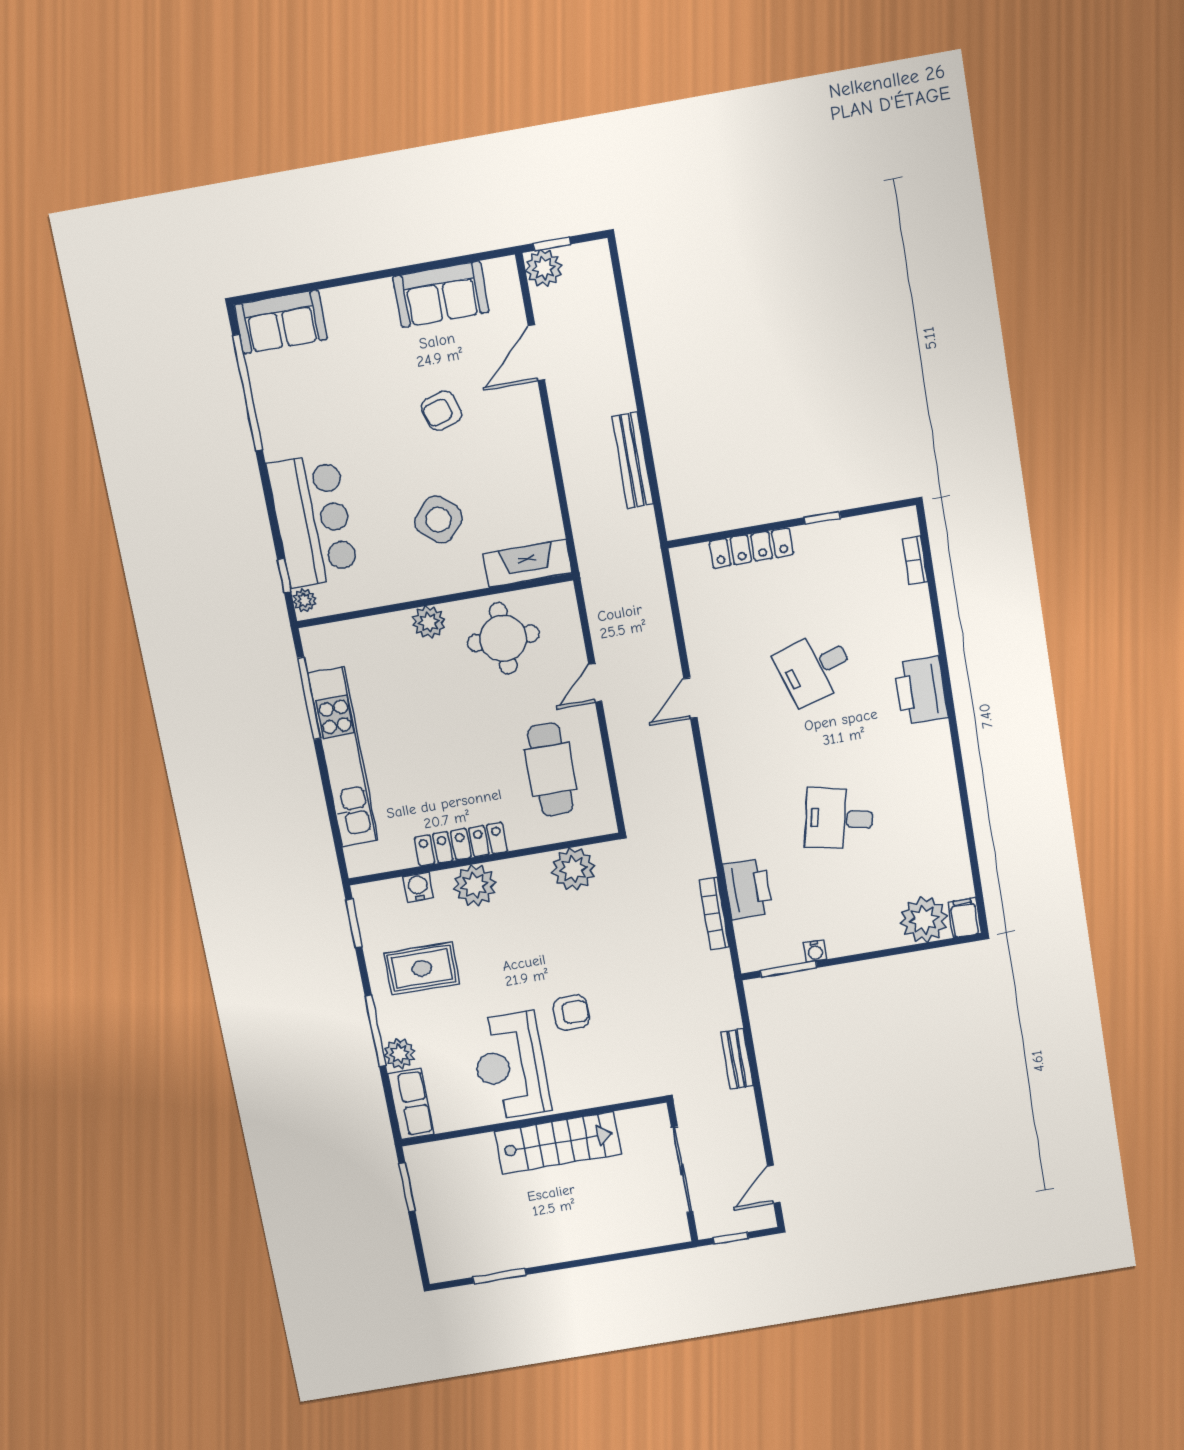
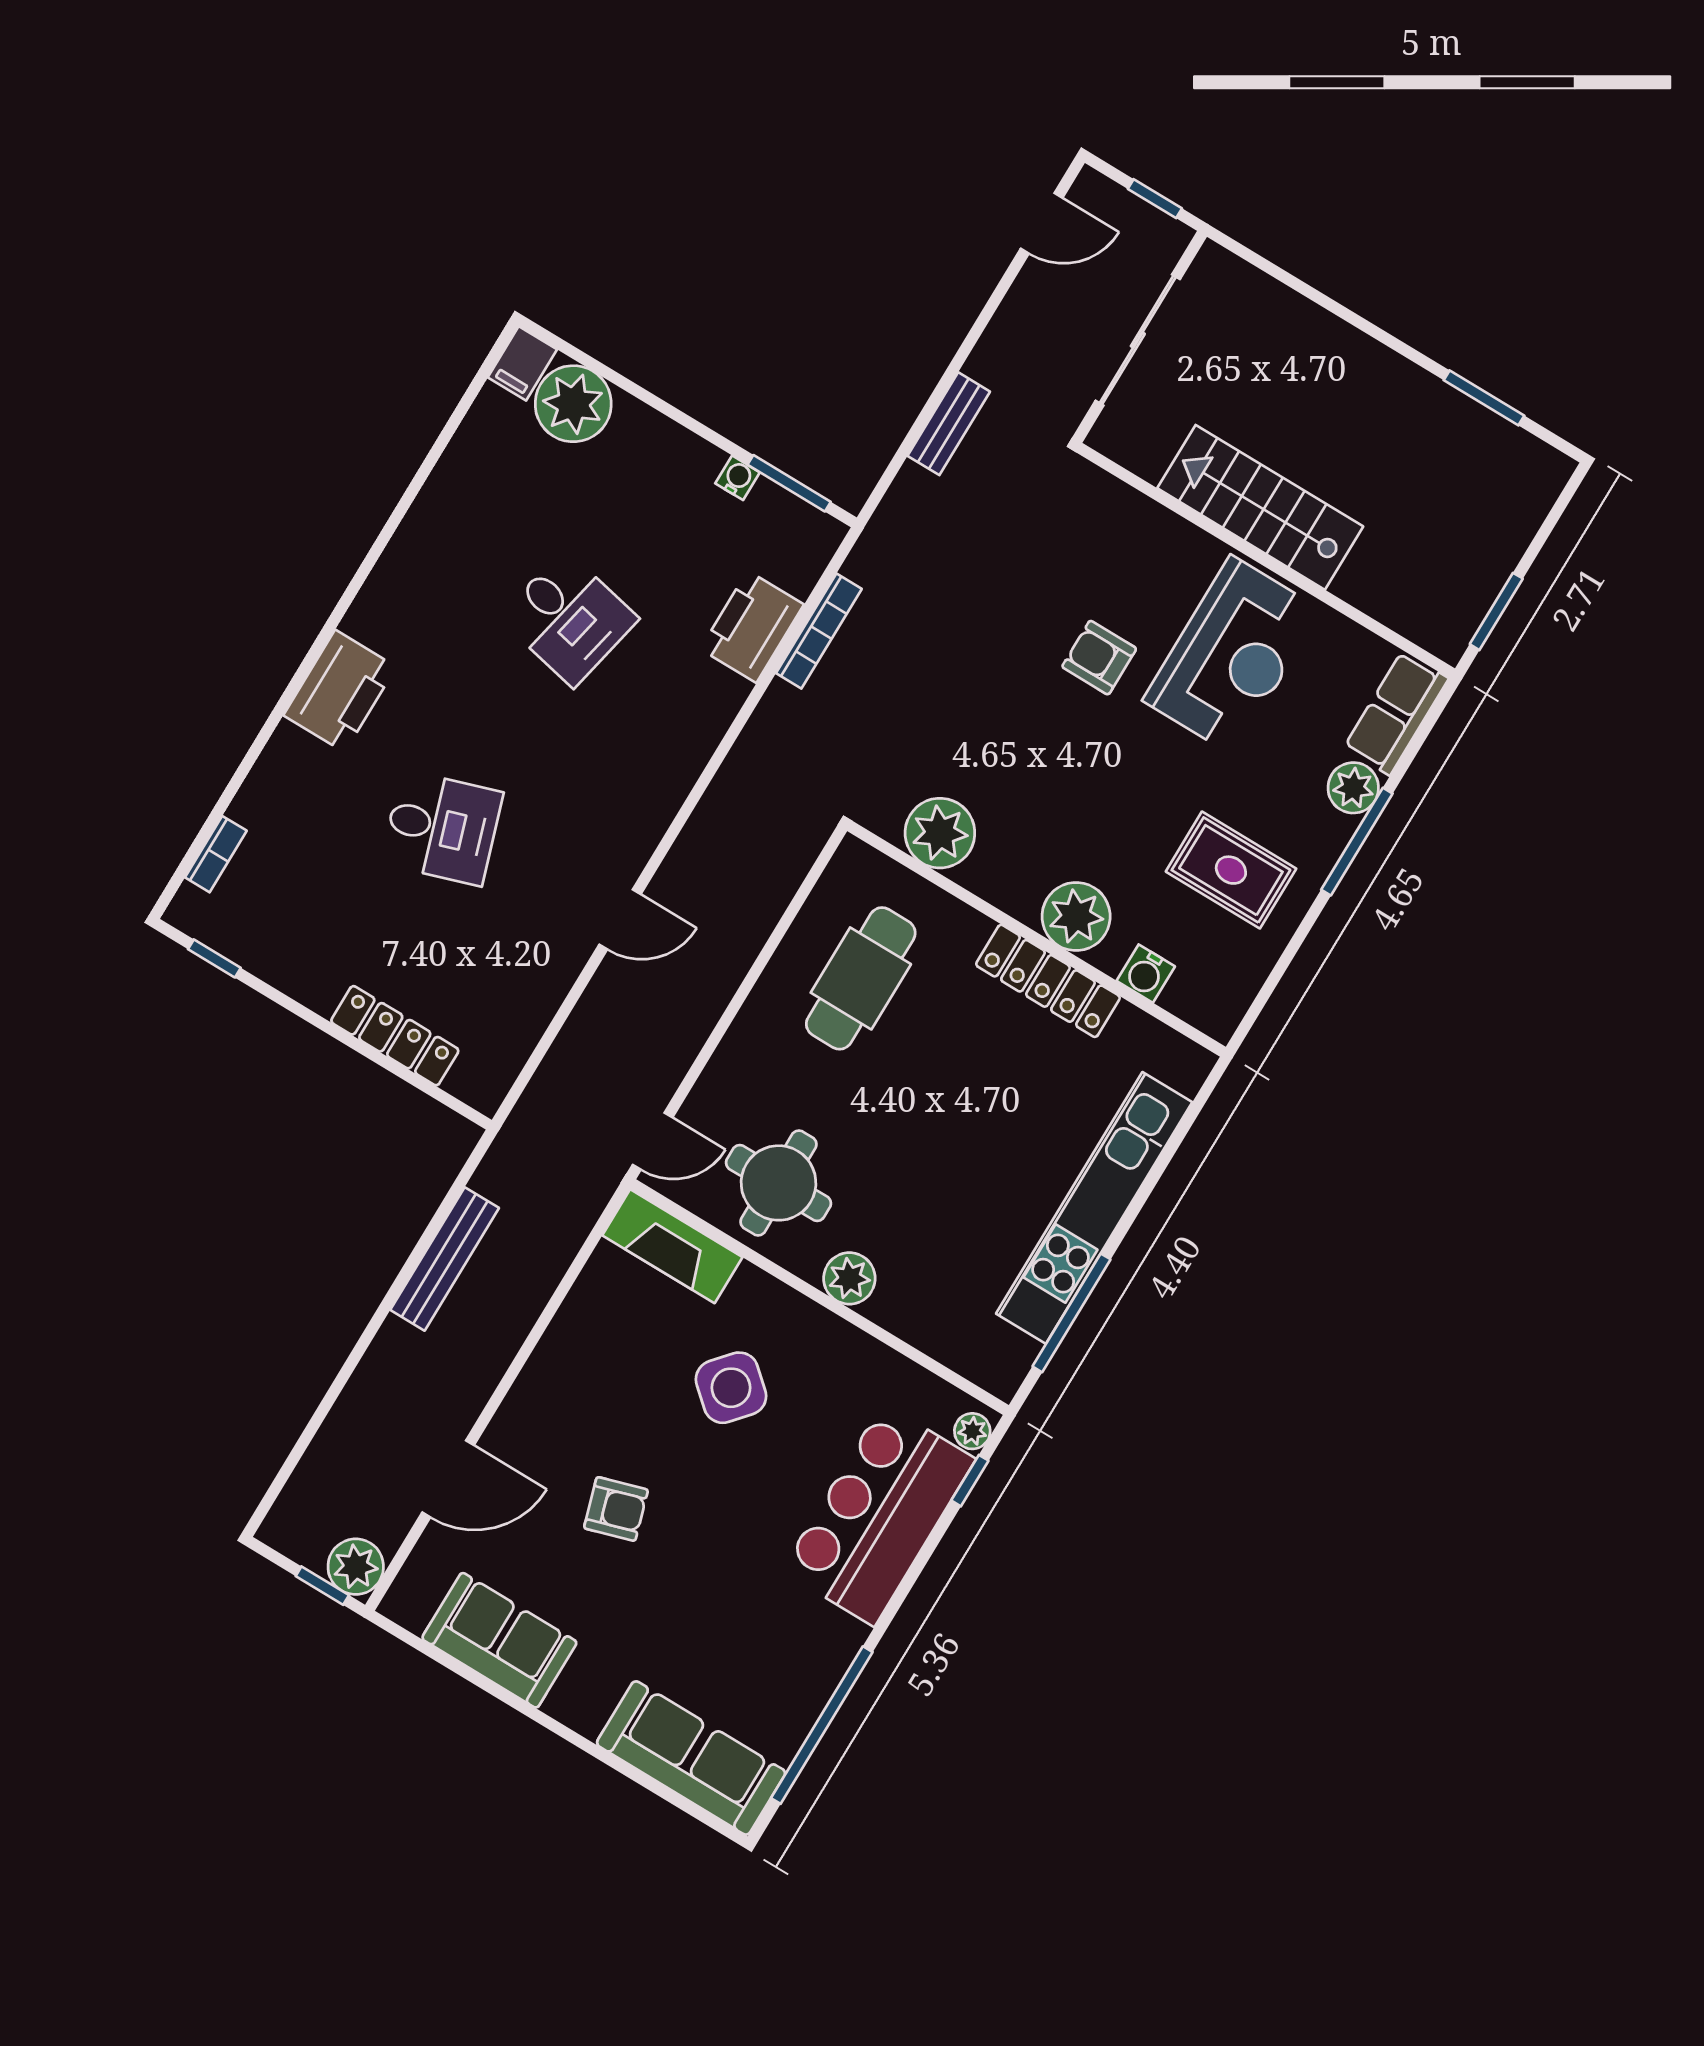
sofa: (281, 322) -> (691, 1758), width x1.36
window: (822, 518) -> (214, 958), moved
door: (595, 683) -> (653, 1141), moved
window: (354, 924) -> (1263, 996), removed

